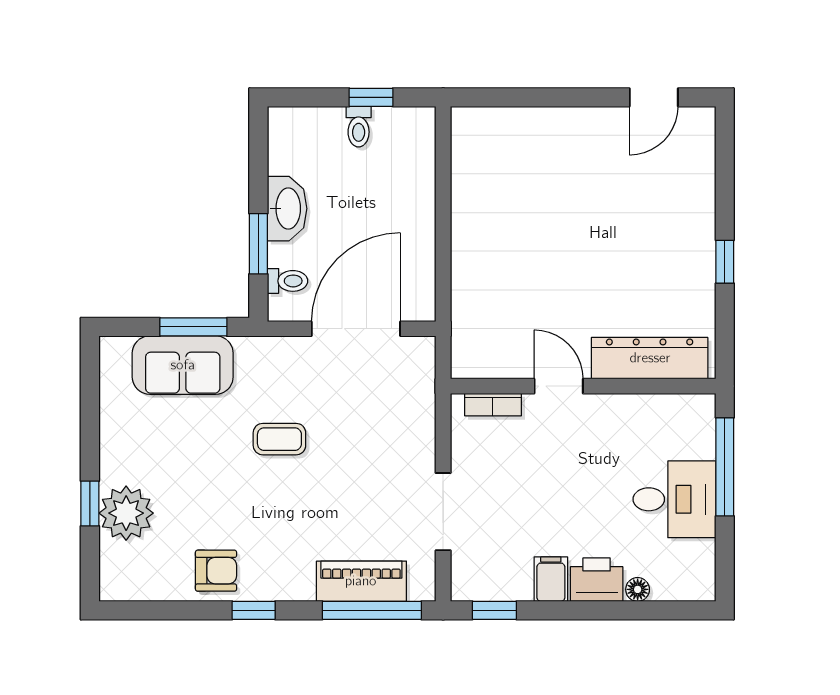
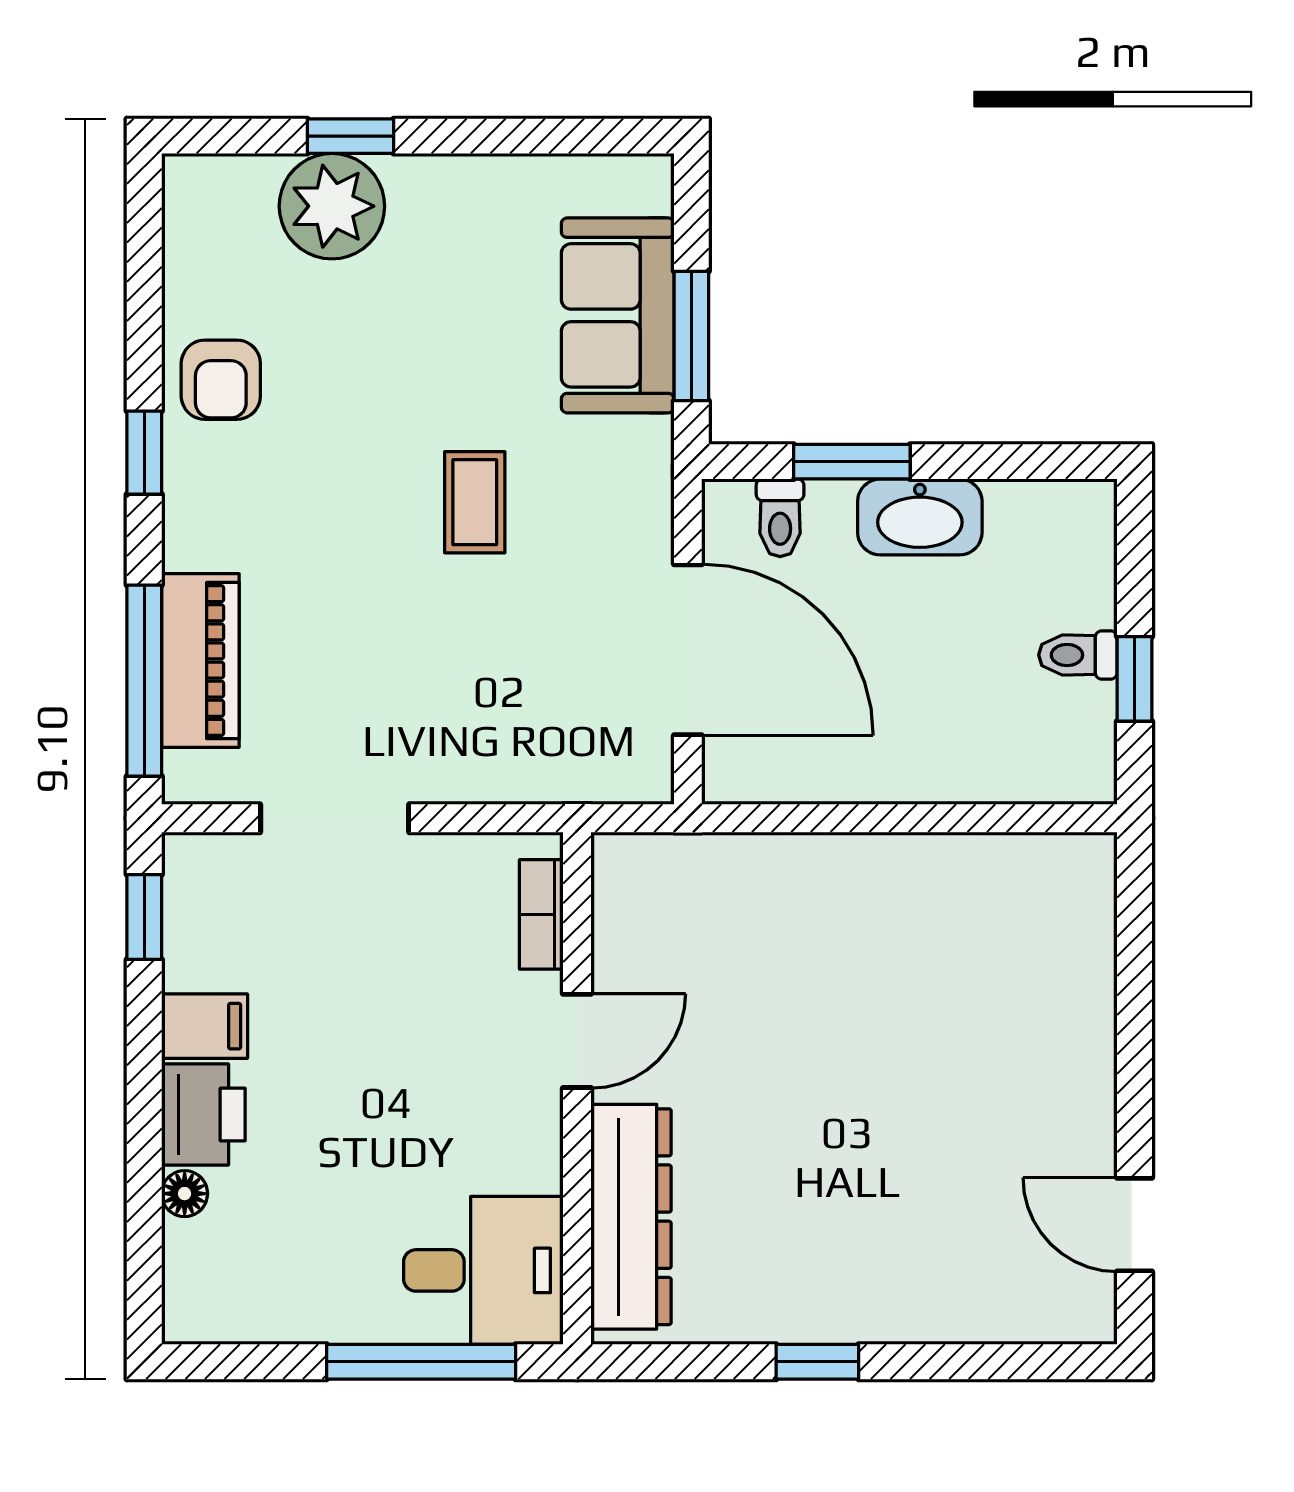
desk: (674, 499) -> (483, 1270), moved, turned -90

